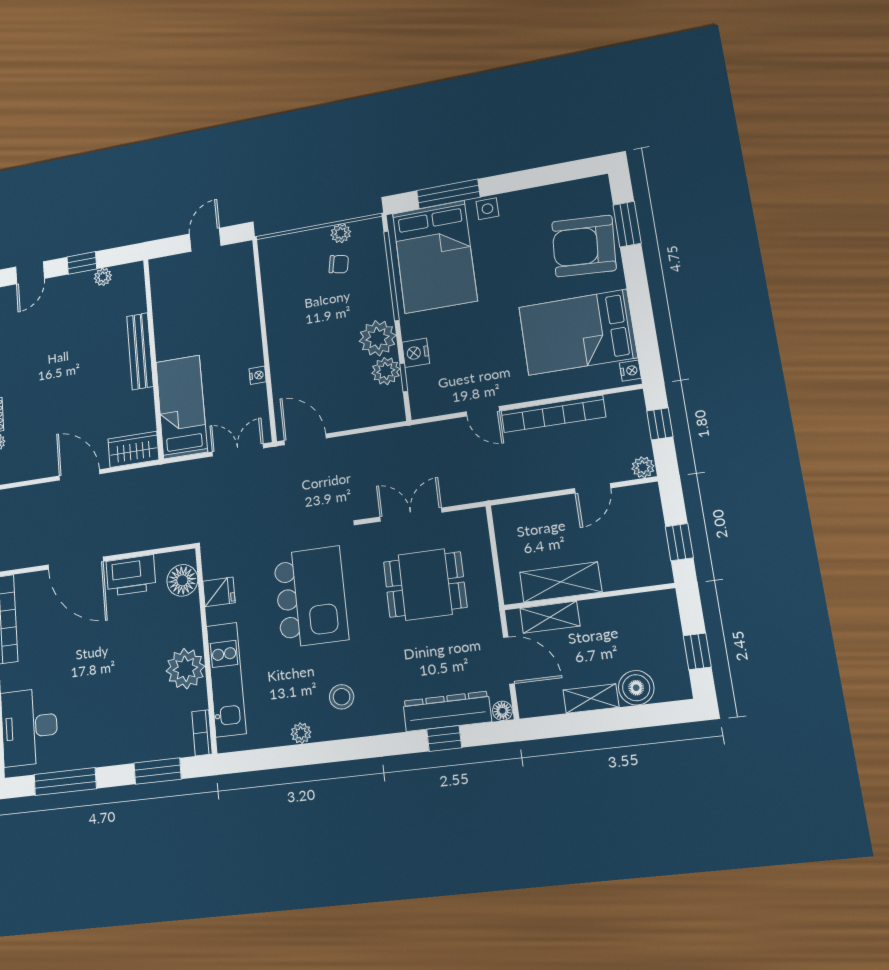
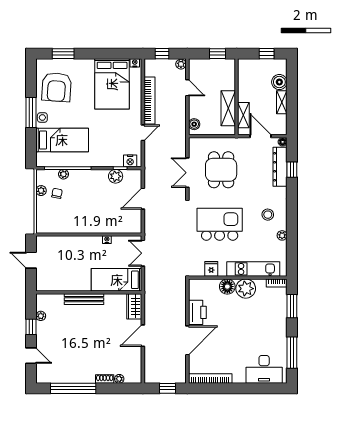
window: (448, 194) -> (31, 112), moved
armchair: (584, 246) -> (57, 87), moved
bed: (435, 257) -> (62, 140), width x0.67
plant: (377, 338) -> (63, 174), moved, width x0.53, depth x0.53
nightstand: (416, 353) -> (130, 161), moved
door: (305, 439) -> (143, 199), moved
boiler: (515, 514) -> (194, 124), added
floor lamp: (182, 580) -> (227, 287), moved
door: (509, 660) -> (261, 136), hinge flipped

